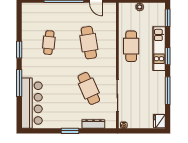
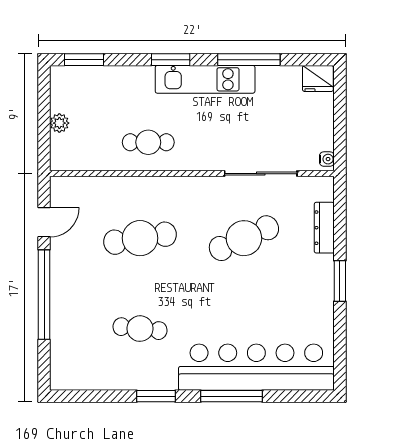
cafe table: (131, 46) -> (148, 142), width x0.73, depth x0.74
kitchen unit: (159, 49) -> (205, 79), moved
bar counter: (32, 103) -> (256, 367), width x1.36

